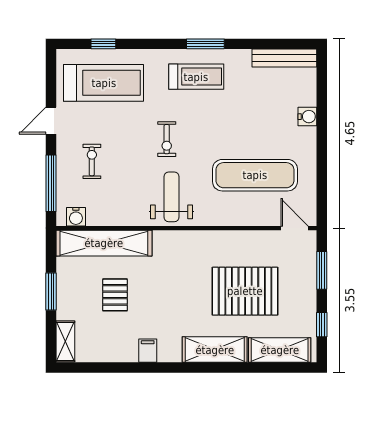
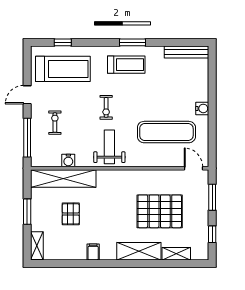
water cooler: (307, 117) -> (202, 108), moved
water cooler: (76, 217) -> (68, 160), moved
shelving: (280, 350) -> (176, 254), width x0.67, depth x0.75

